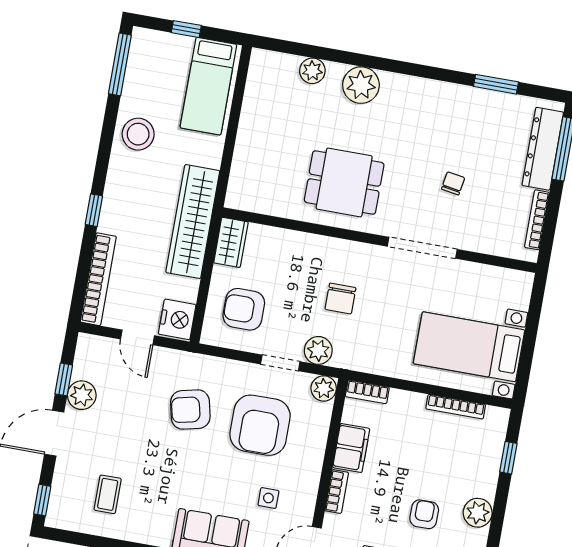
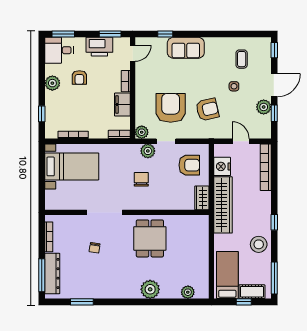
cot: (167, 46) -> (252, 292), added
plant: (312, 71) -> (188, 292), moved
dining table: (344, 182) -> (150, 238), turned 90
window: (94, 210) -> (274, 222), moved
nightstand: (177, 319) -> (222, 166), moved
side table: (268, 498) -> (234, 86), moved

